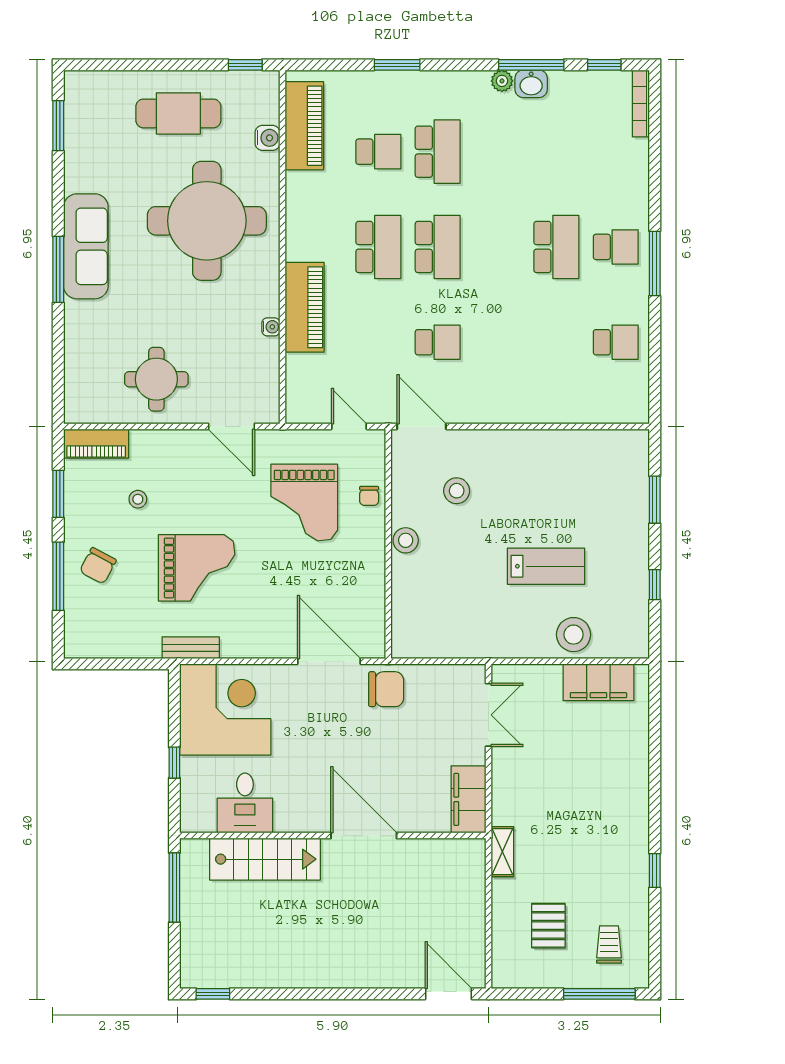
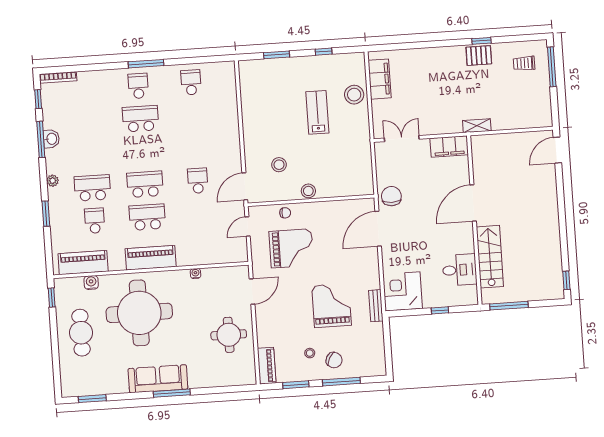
plant: (502, 81) -> (53, 181), moved
piano: (305, 307) -> (151, 258), moved
stool: (138, 499) -> (310, 353), moved
corner desk: (225, 710) -> (402, 291), width x0.74, depth x0.74
pallet: (548, 926) -> (479, 56), moved

